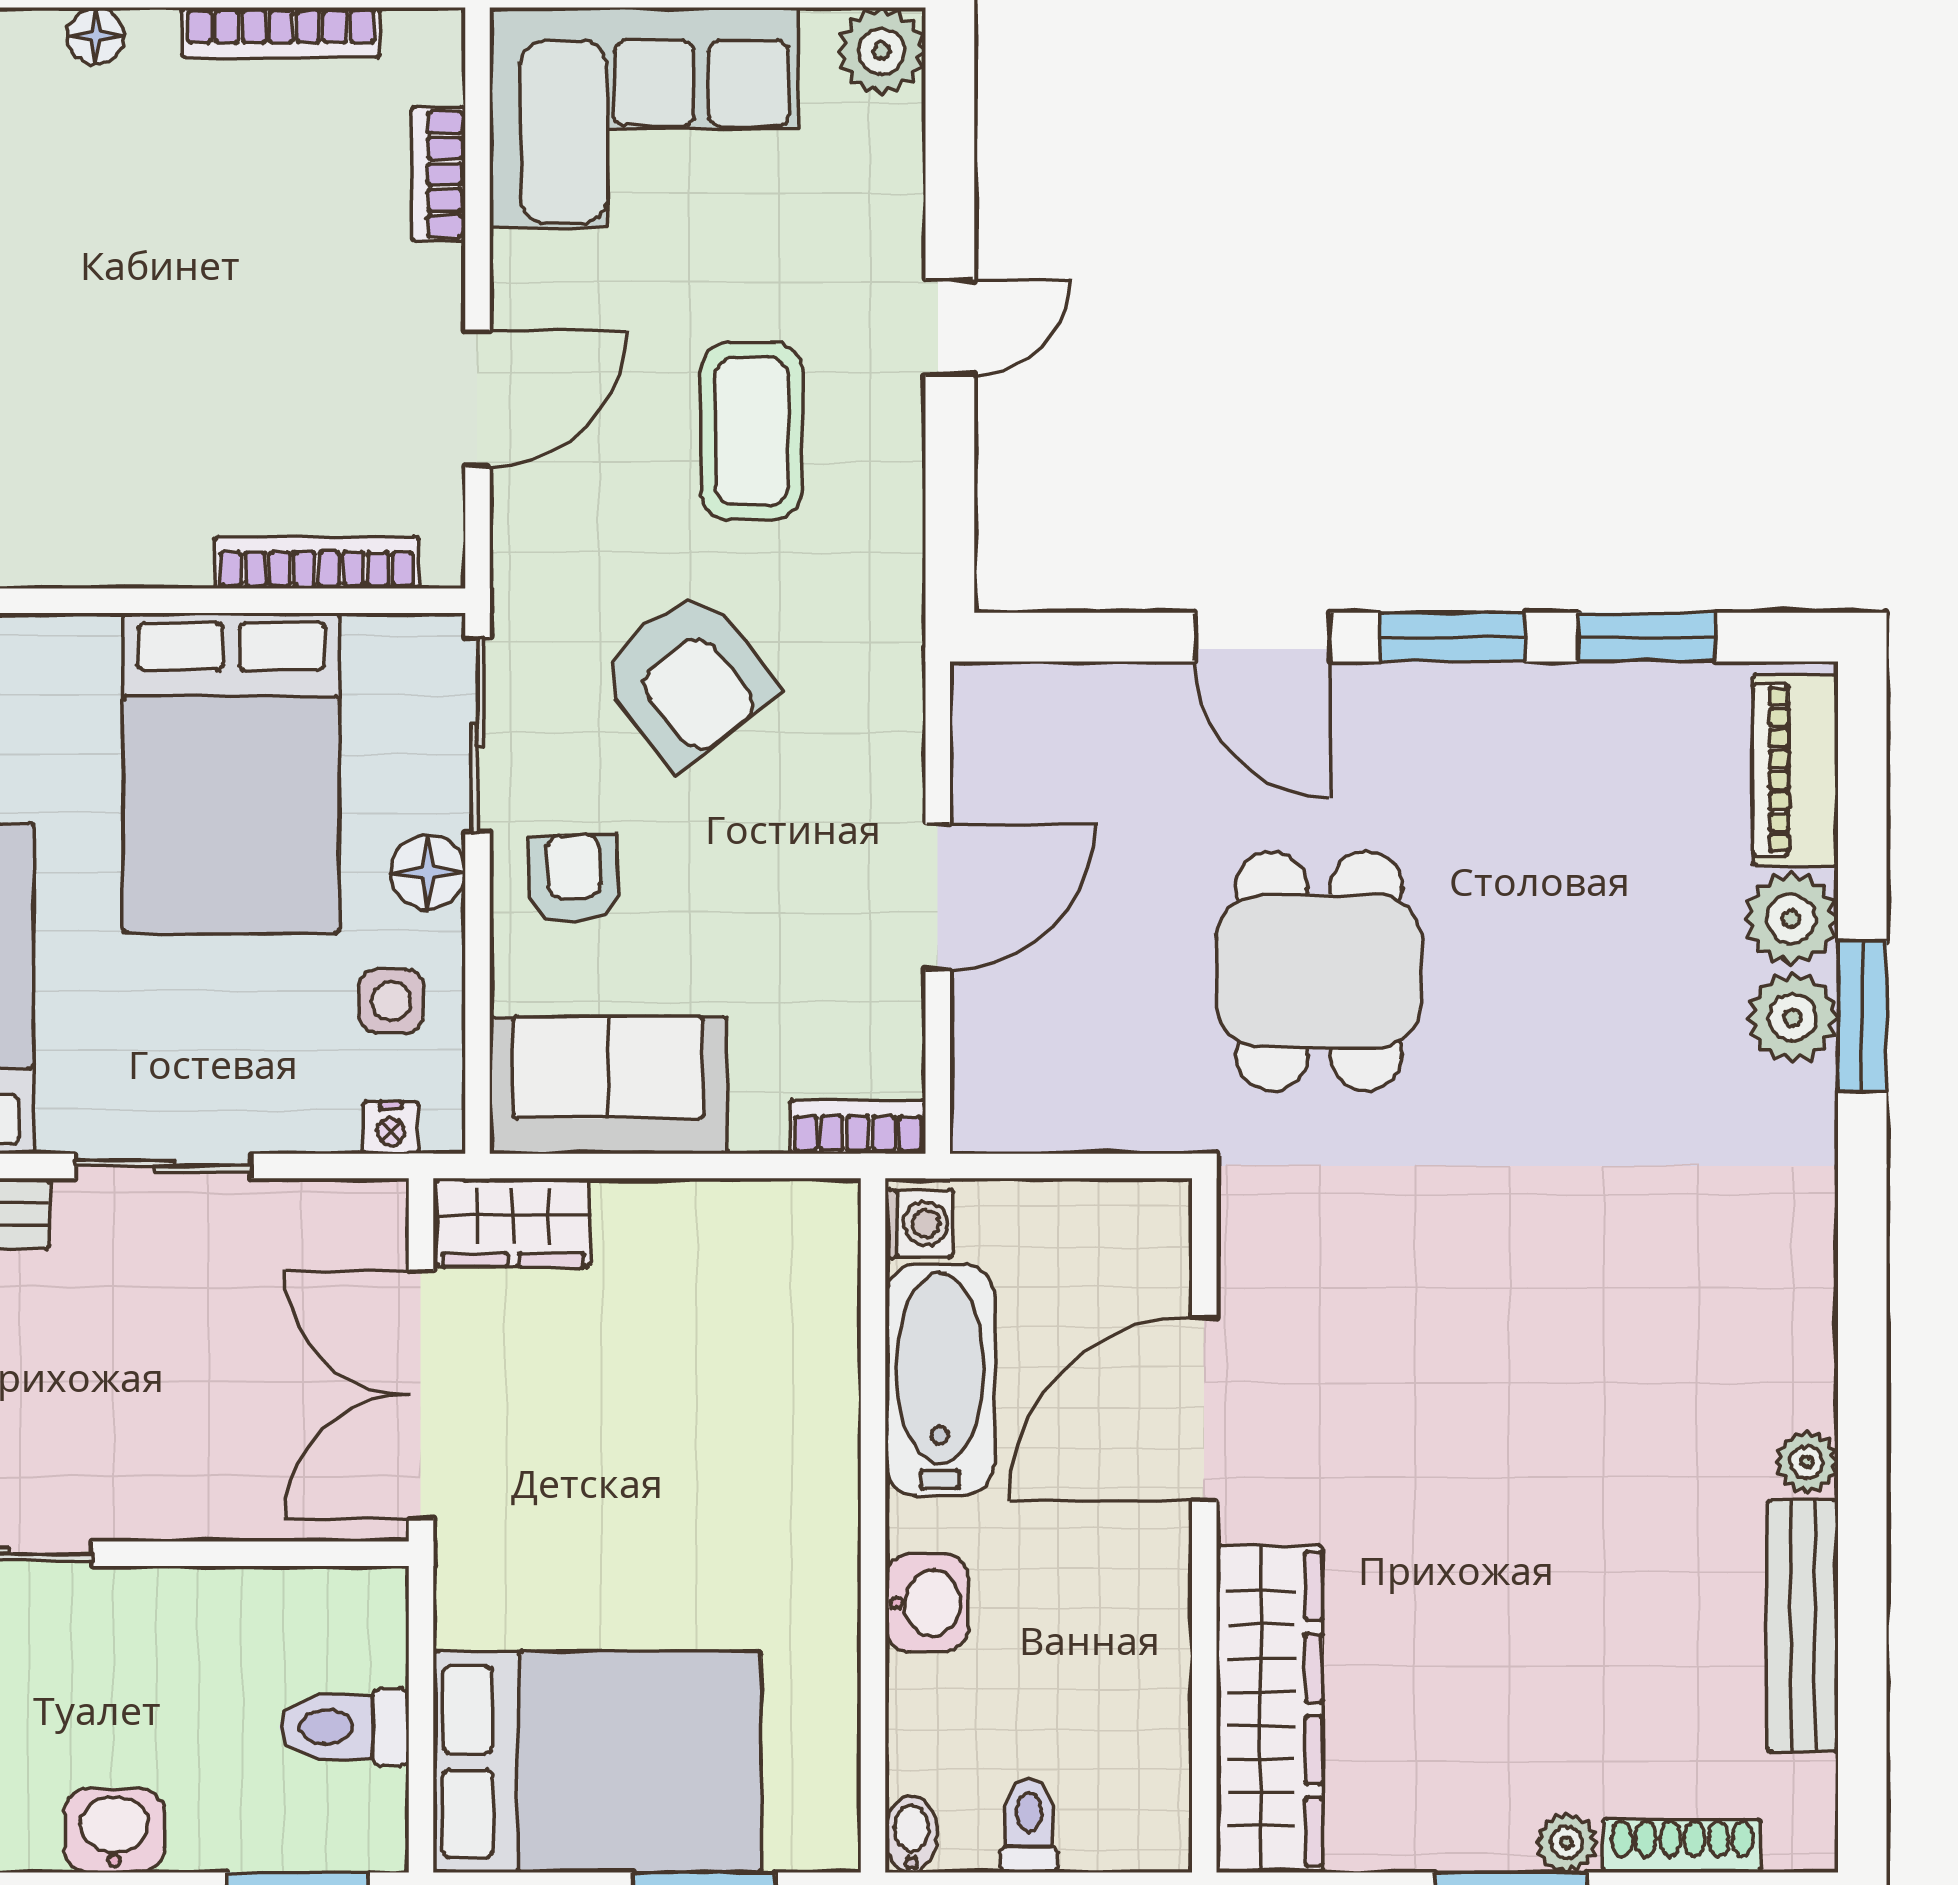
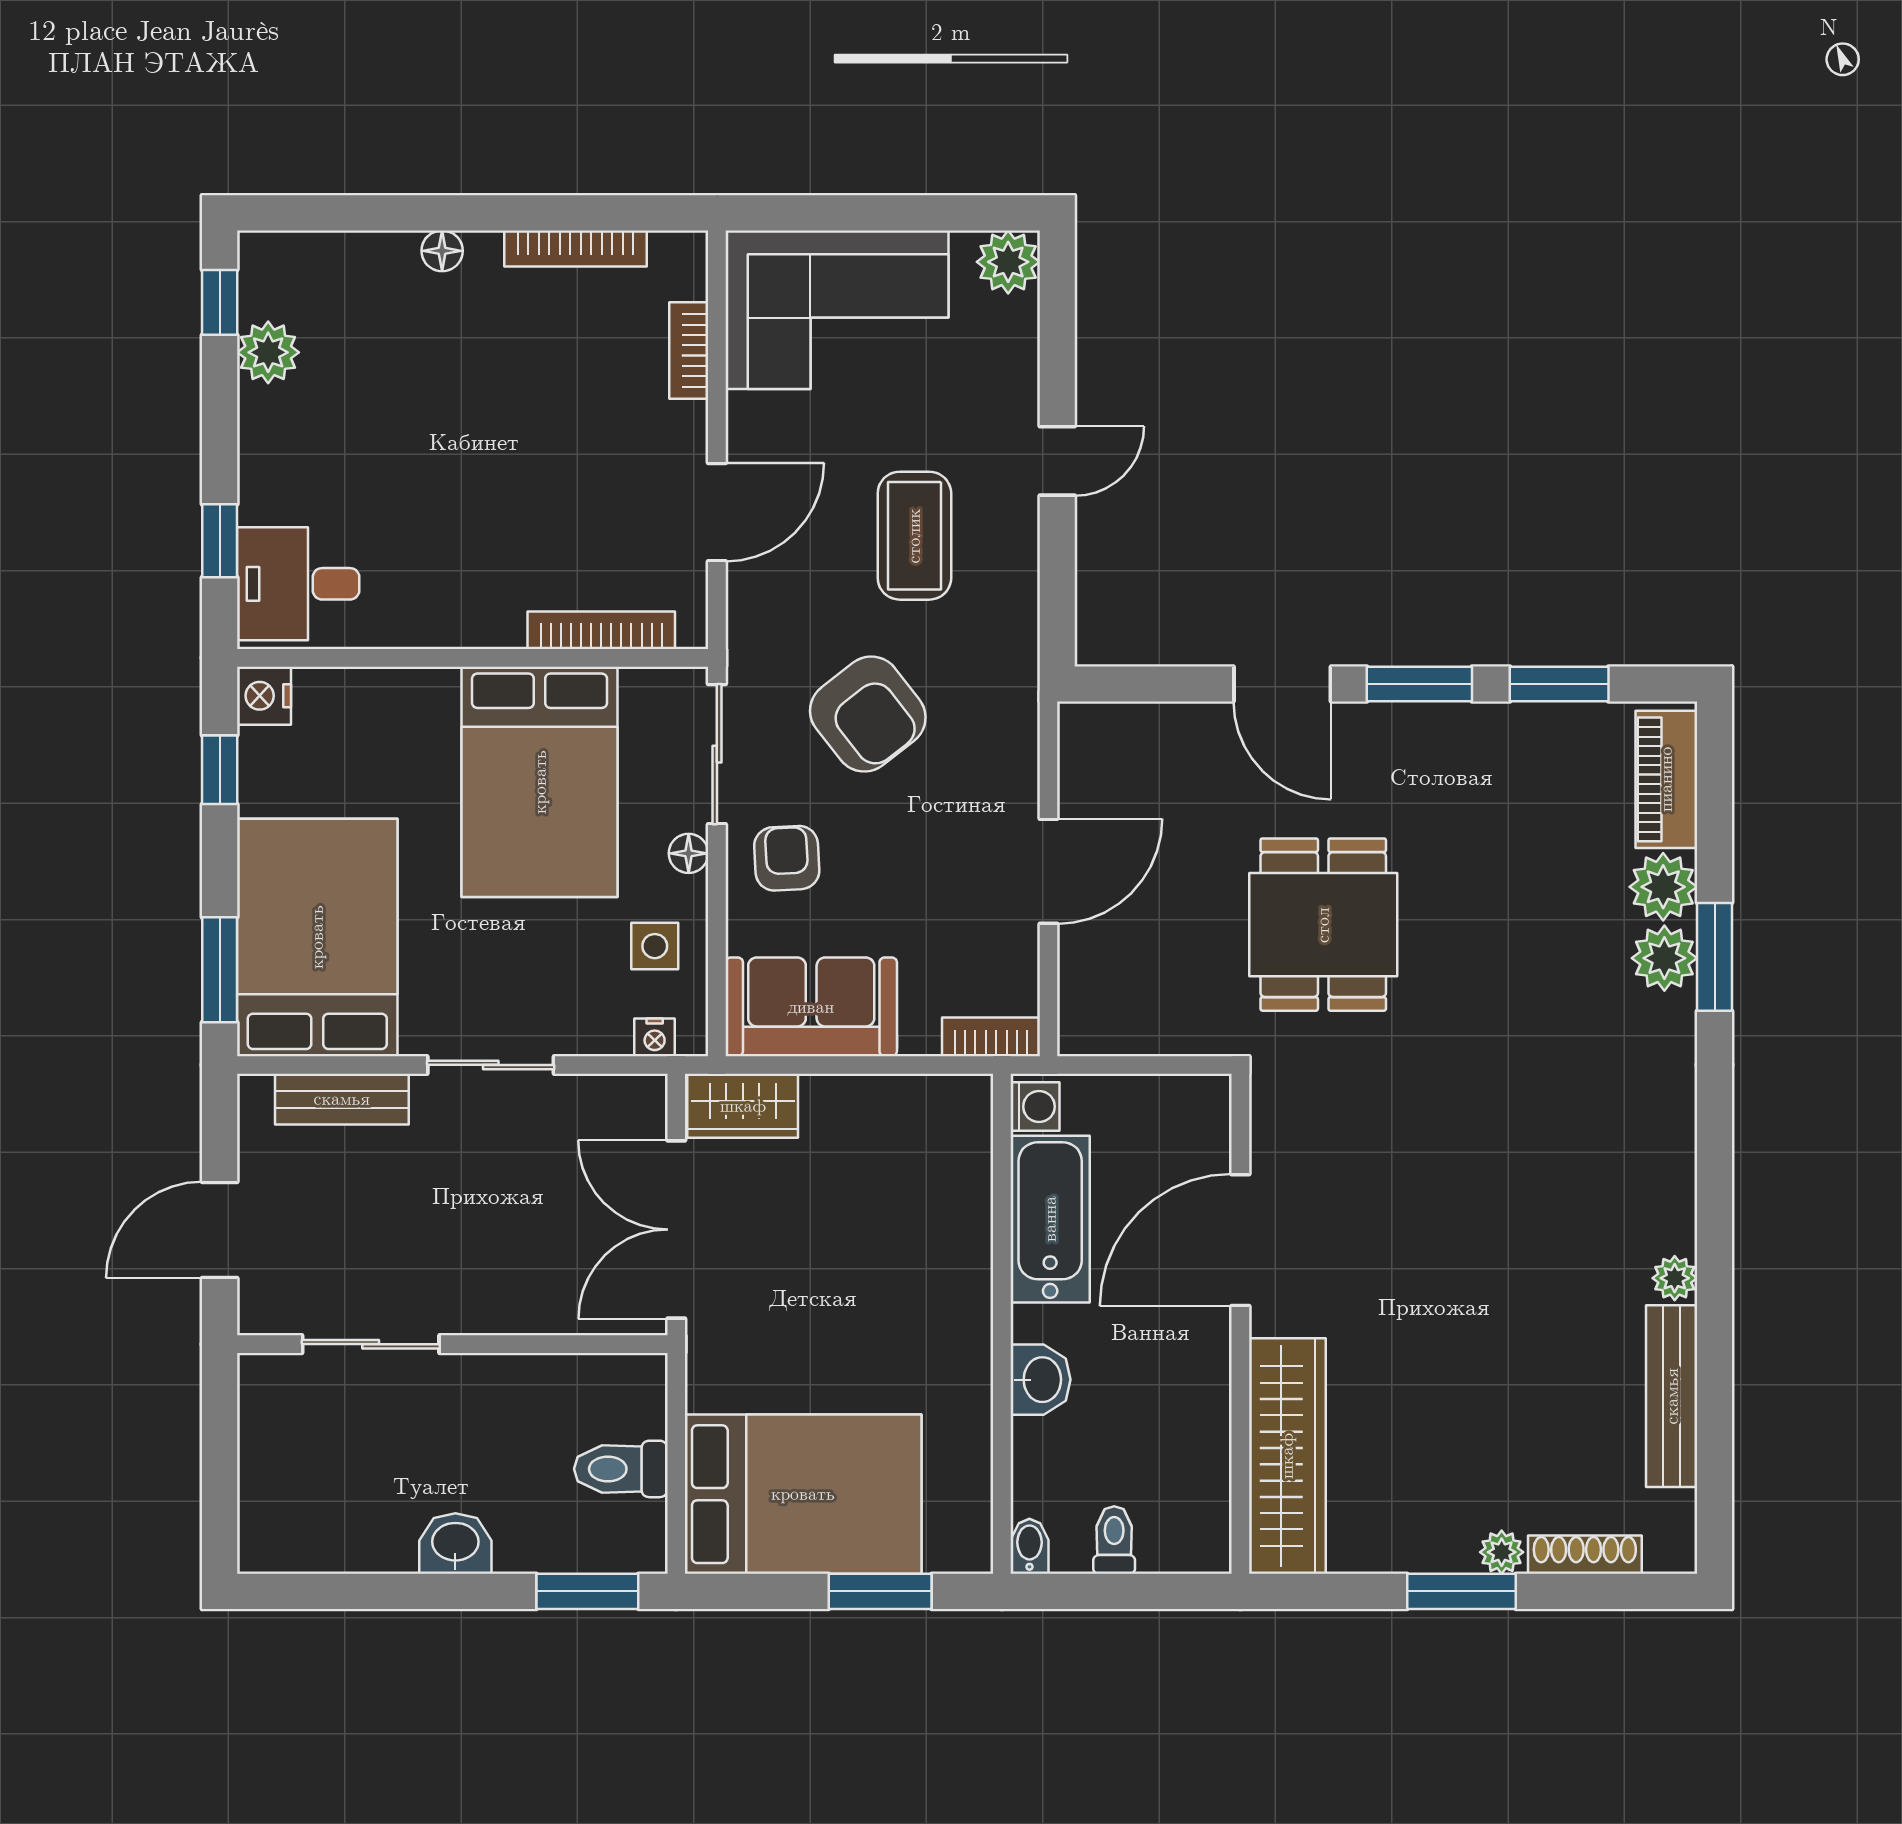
floor lamp: (428, 872) -> (689, 853), width x0.73, depth x0.73

